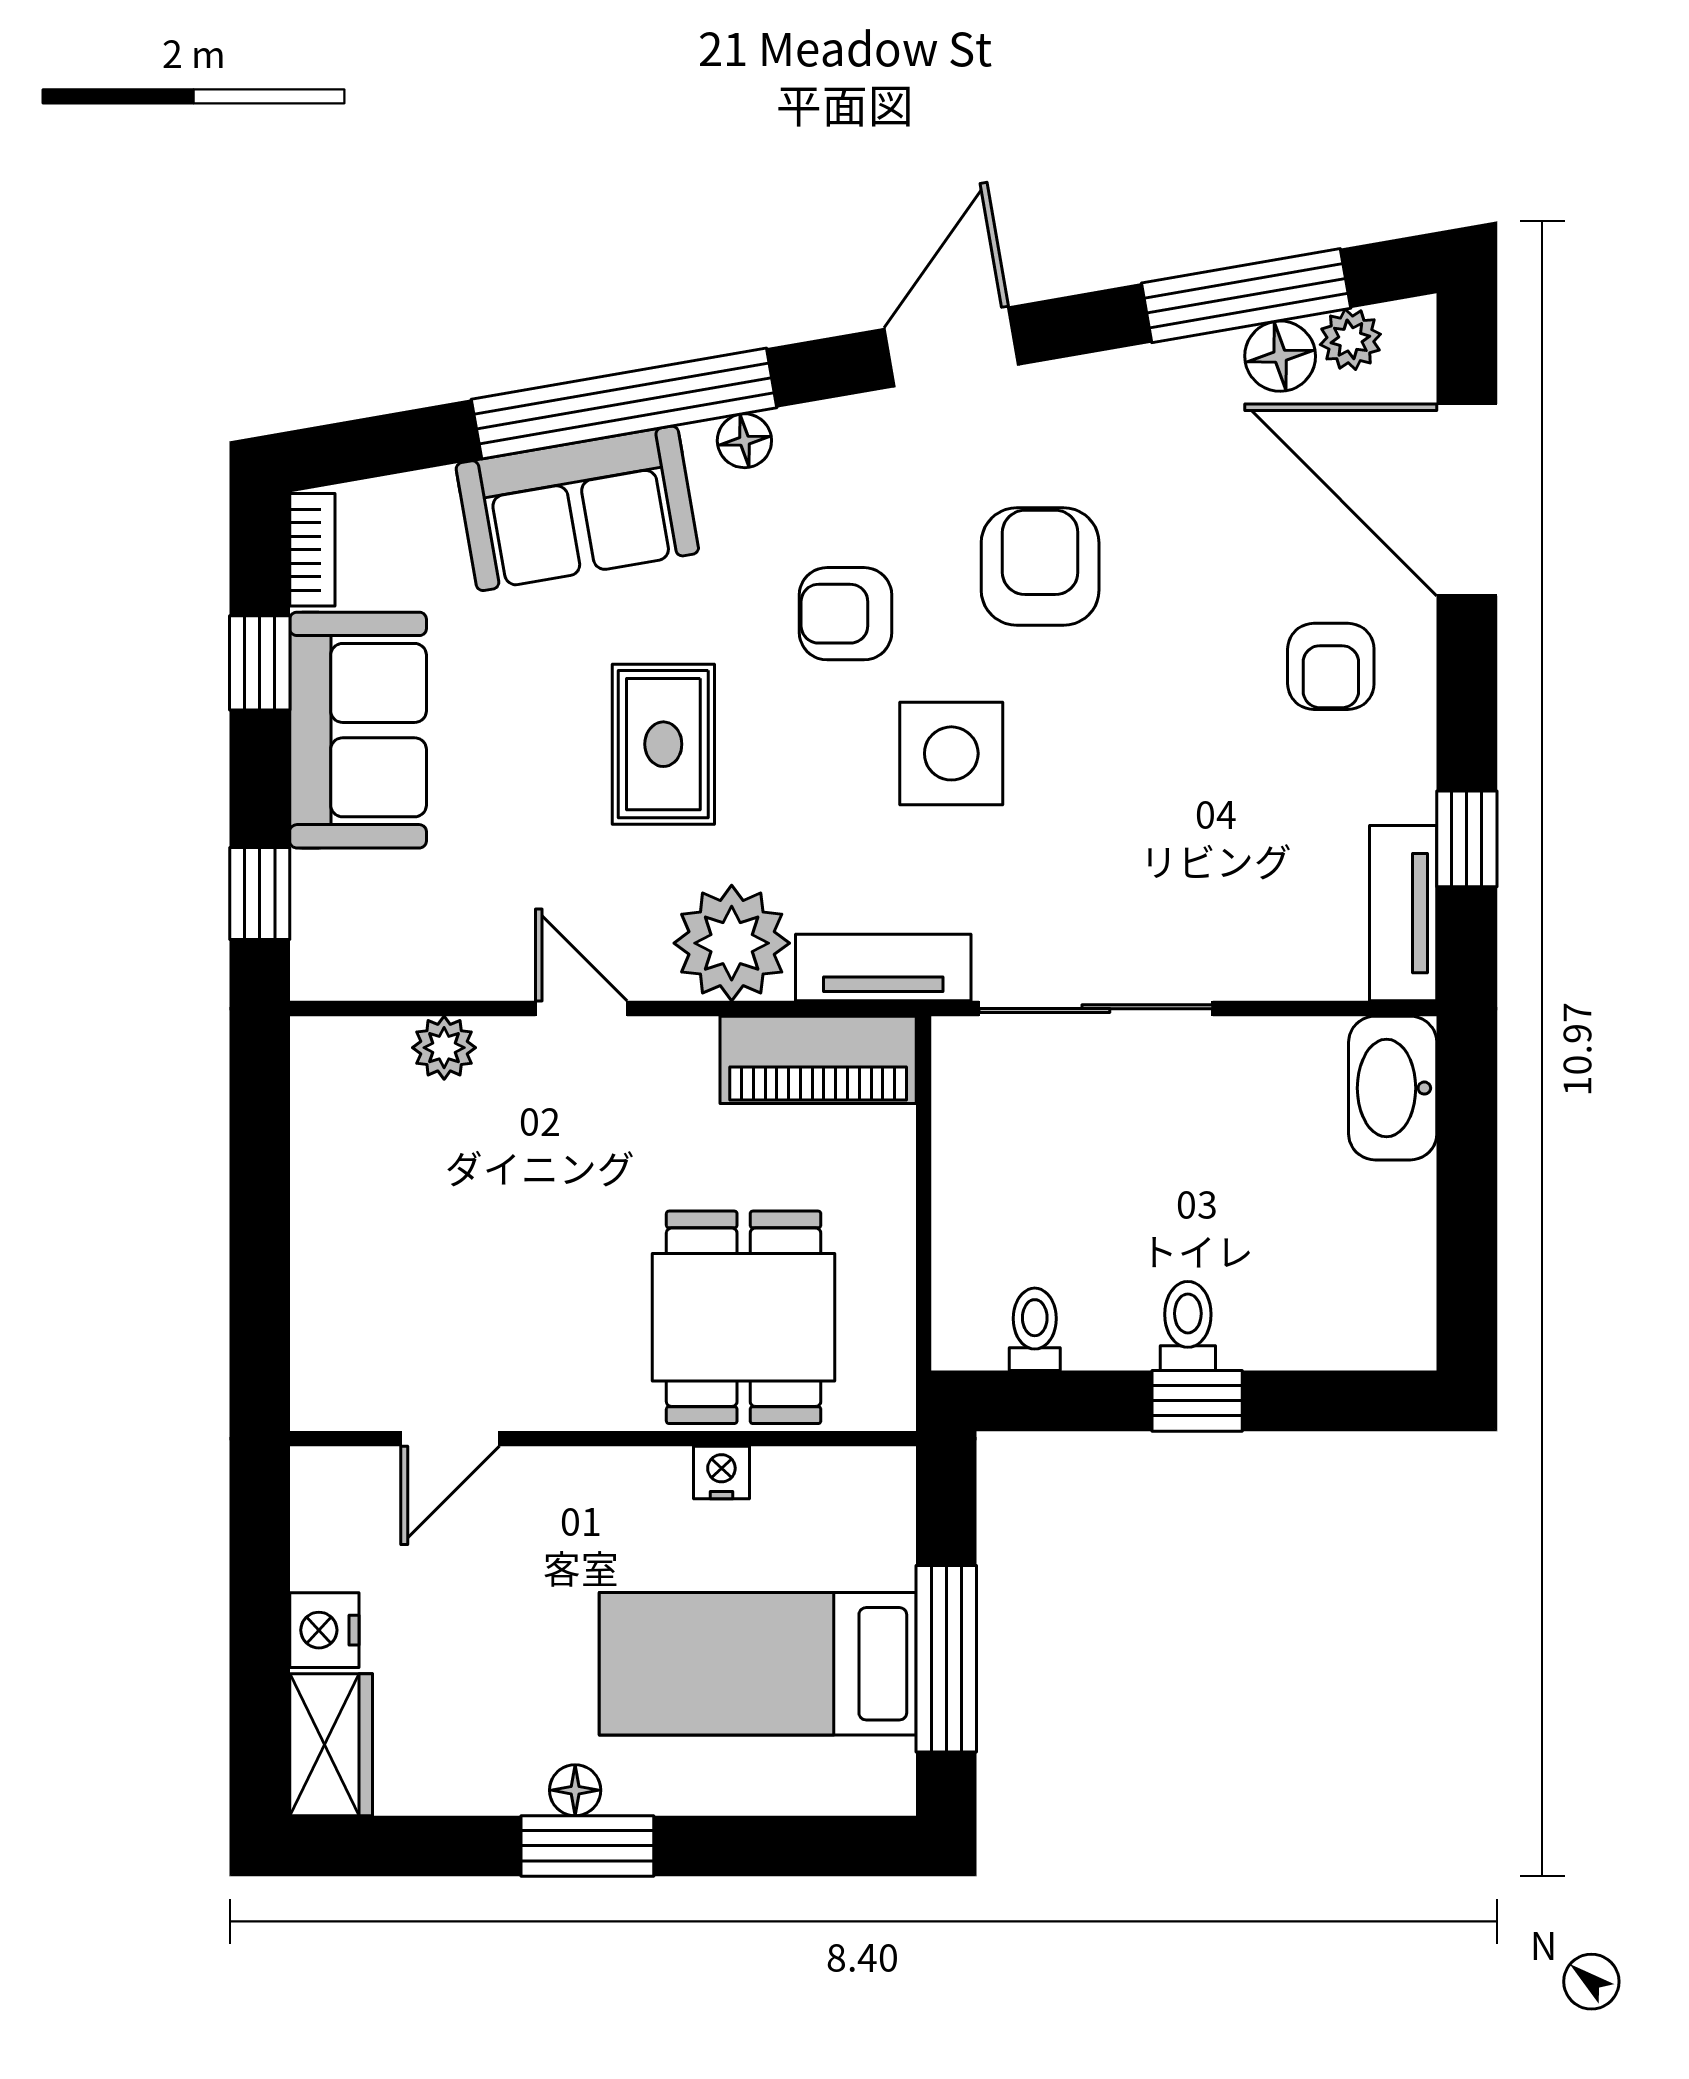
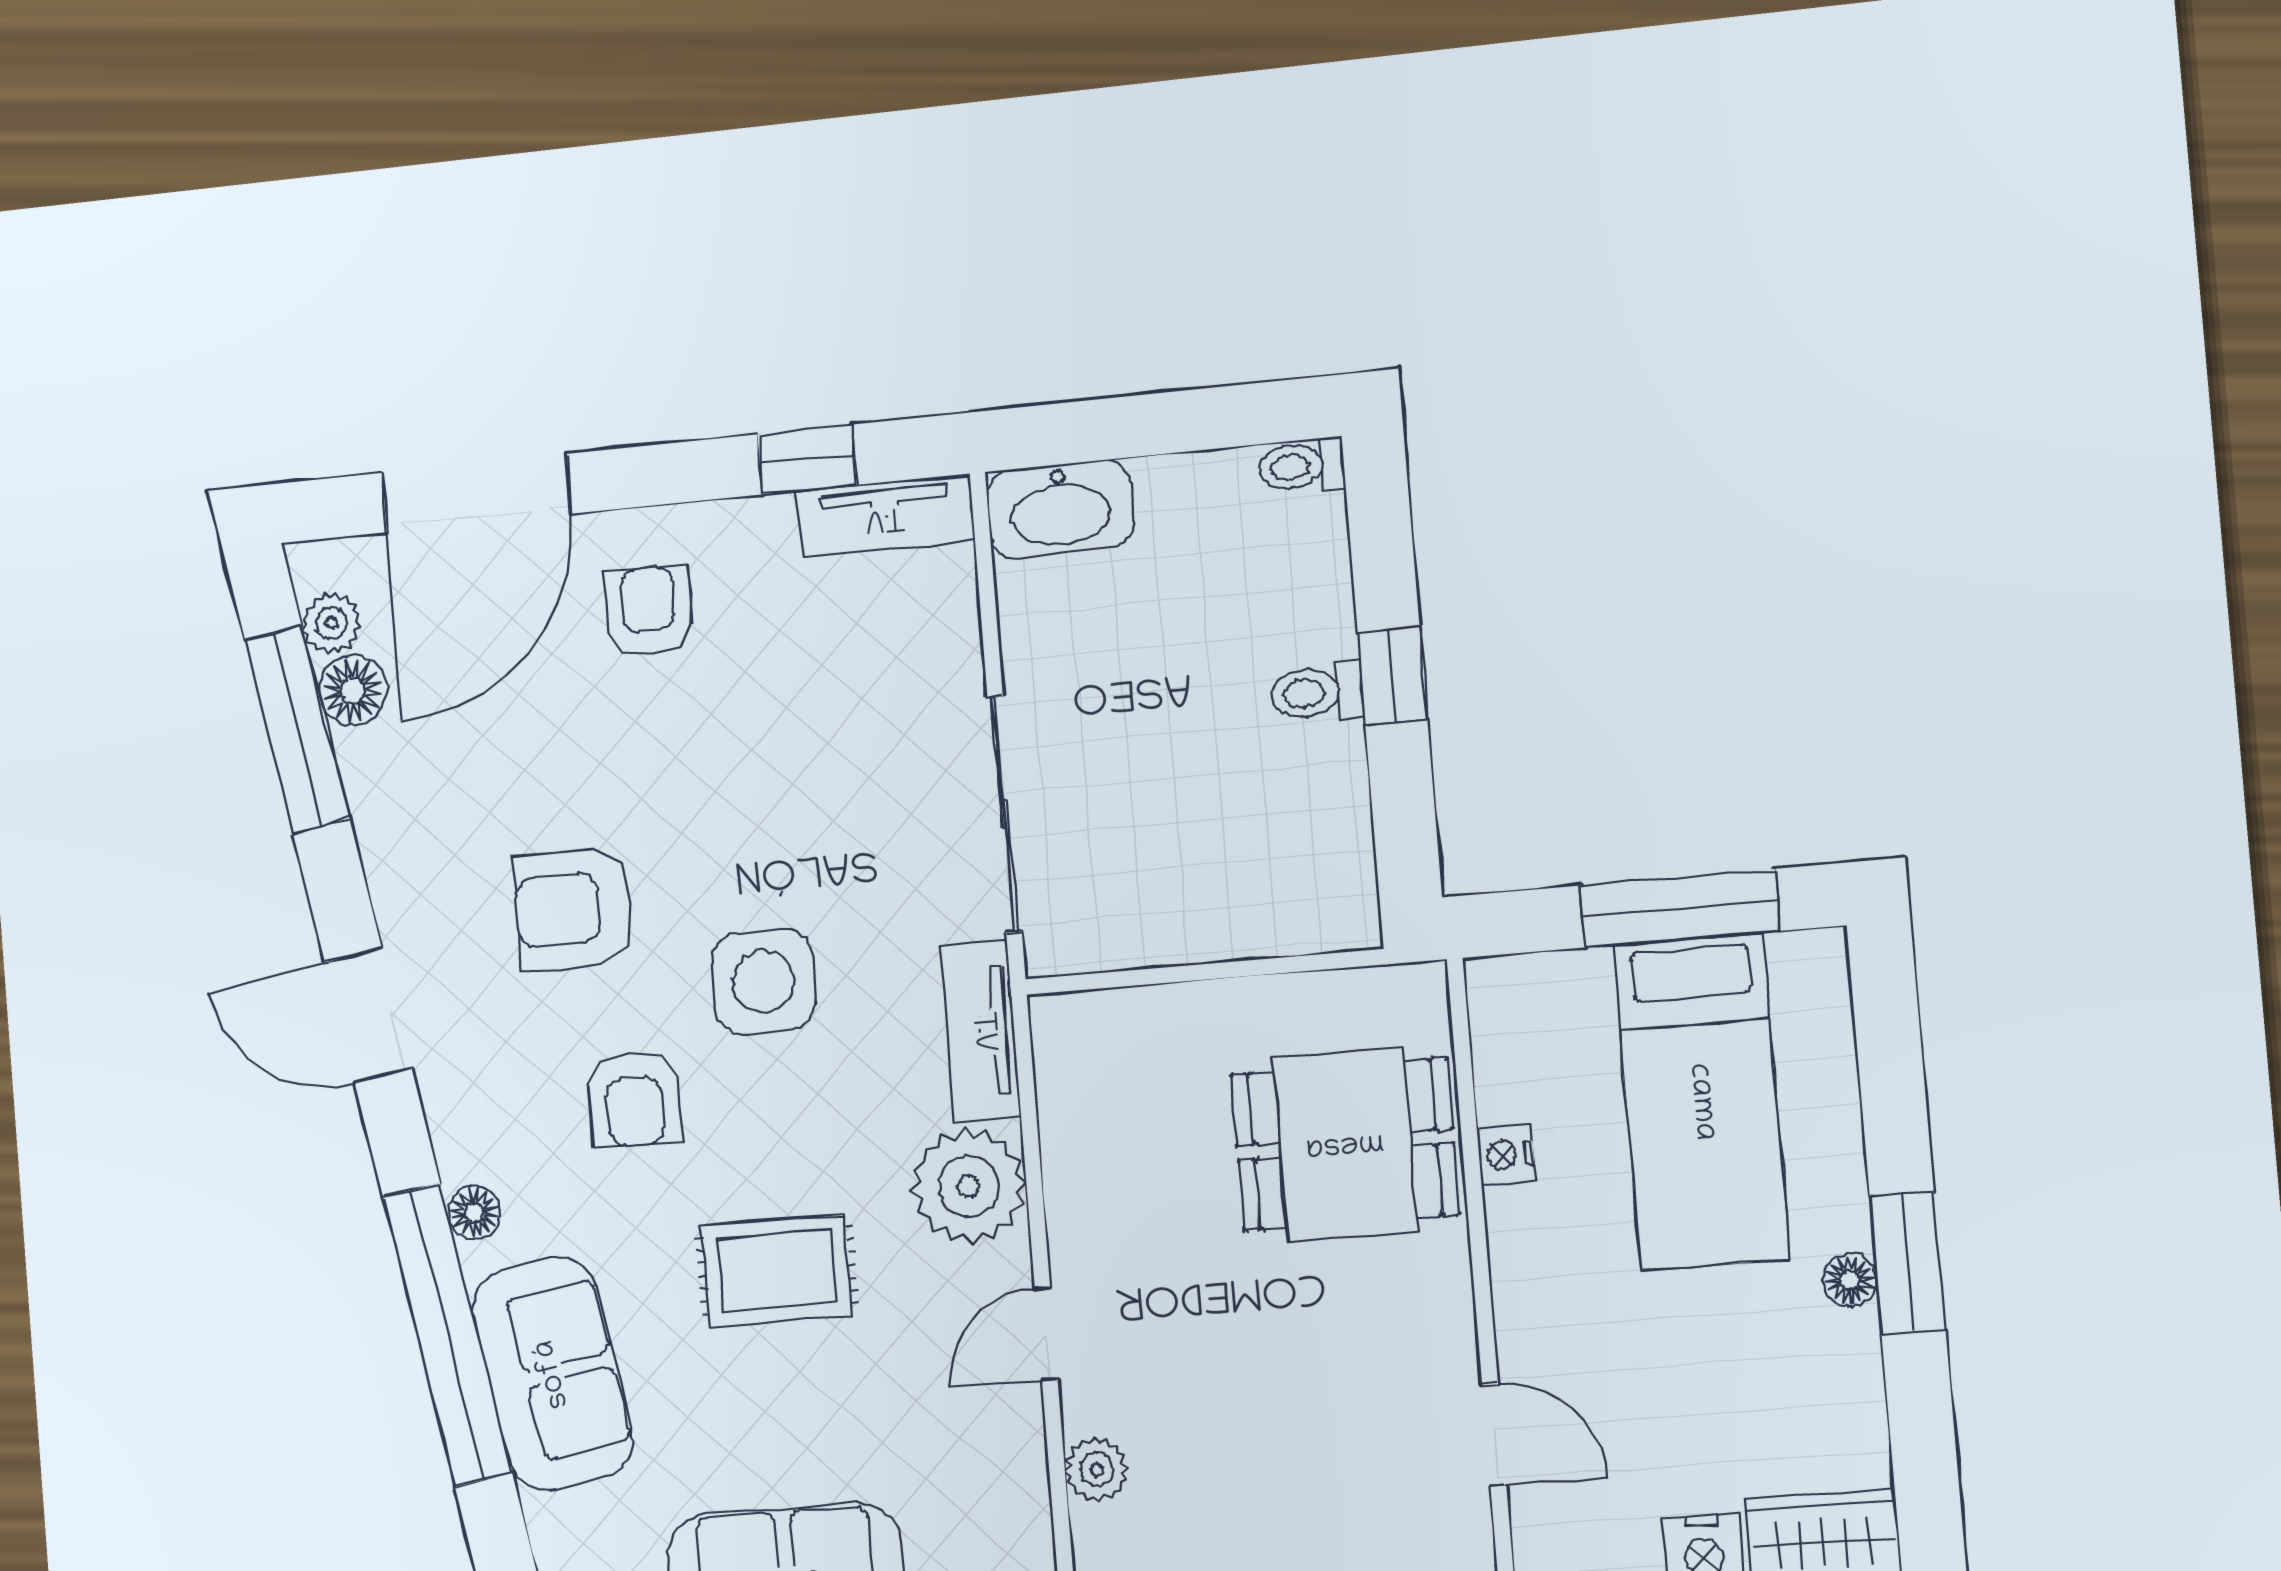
armchair: (1331, 666) -> (649, 611), turned -90
piano: (818, 1060) -> (1078, 1090), removed
toilet: (1035, 1329) -> (1302, 466), moved

